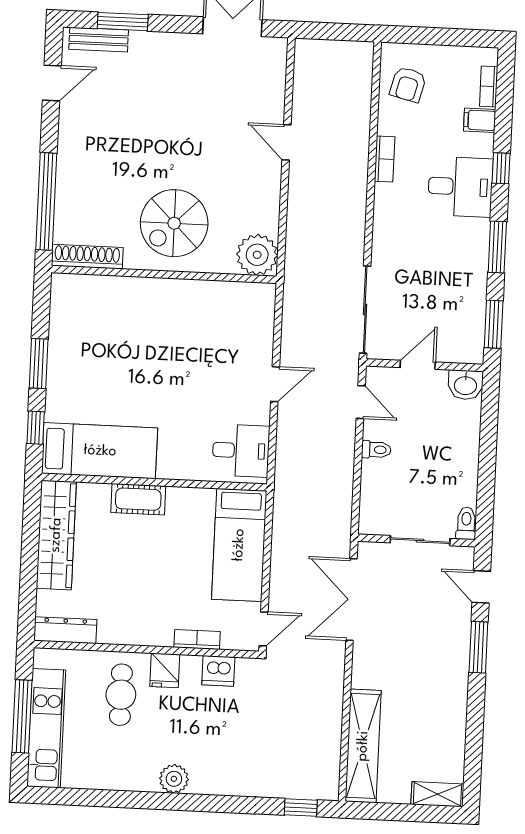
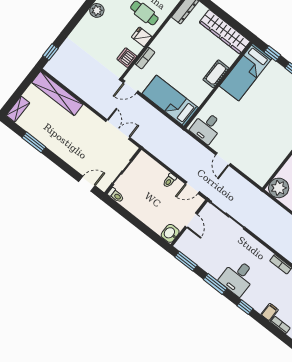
desk: (460, 187) -> (238, 277), moved
double door: (351, 599) -> (118, 129), width x0.73
door: (264, 629) -> (131, 87), hinge flipped
window: (478, 647) -> (34, 142), moved

